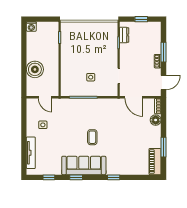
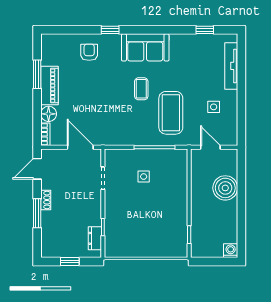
coffee table: (72, 121) -> (171, 113), added
armchair: (128, 162) -> (89, 52), added
piano: (155, 162) -> (49, 86), moved
sofa: (84, 165) -> (145, 47), width x0.73
window: (76, 177) -> (165, 30), removed

